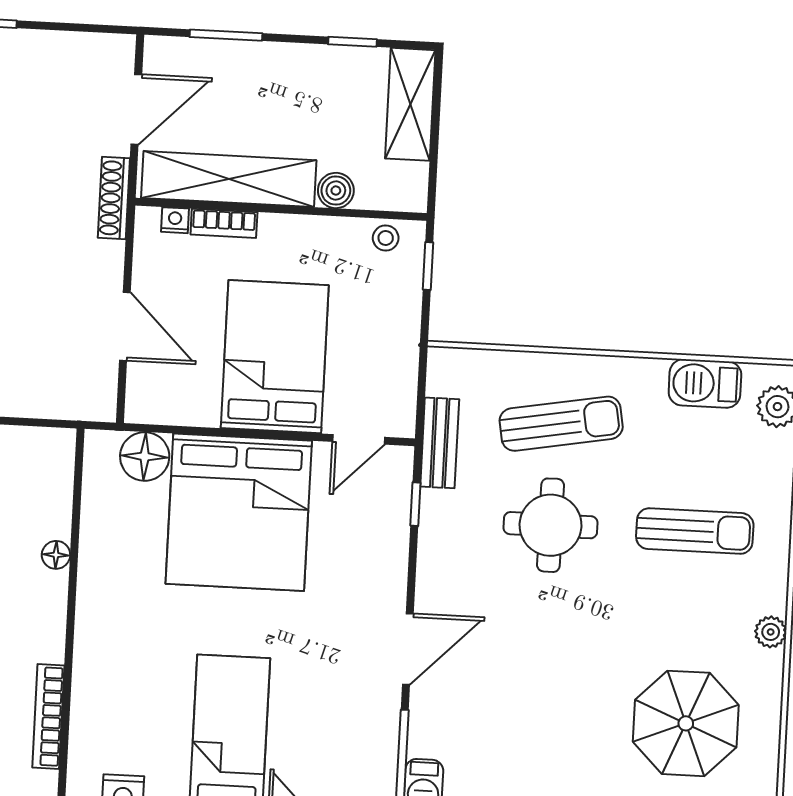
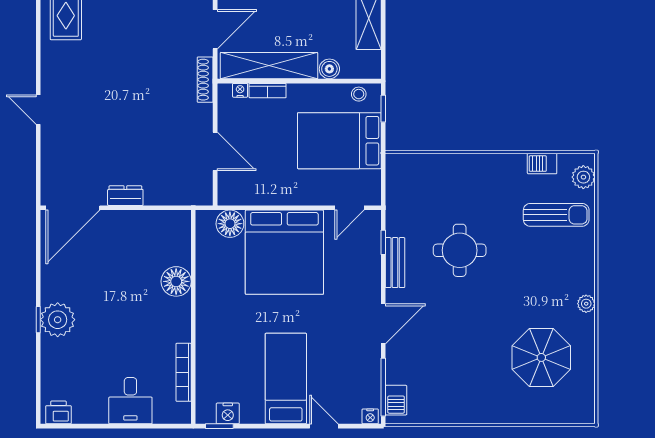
bed: (275, 357) -> (339, 141), moved, turned -90
barbecue: (705, 383) -> (542, 164), width x0.73, depth x0.79
sun lounger: (561, 424) -> (463, 193), removed
bench: (440, 443) -> (395, 263), moved
sun lounger: (695, 531) -> (556, 215), moved
floor lamp: (56, 555) -> (176, 281), width x1.89, depth x1.89

